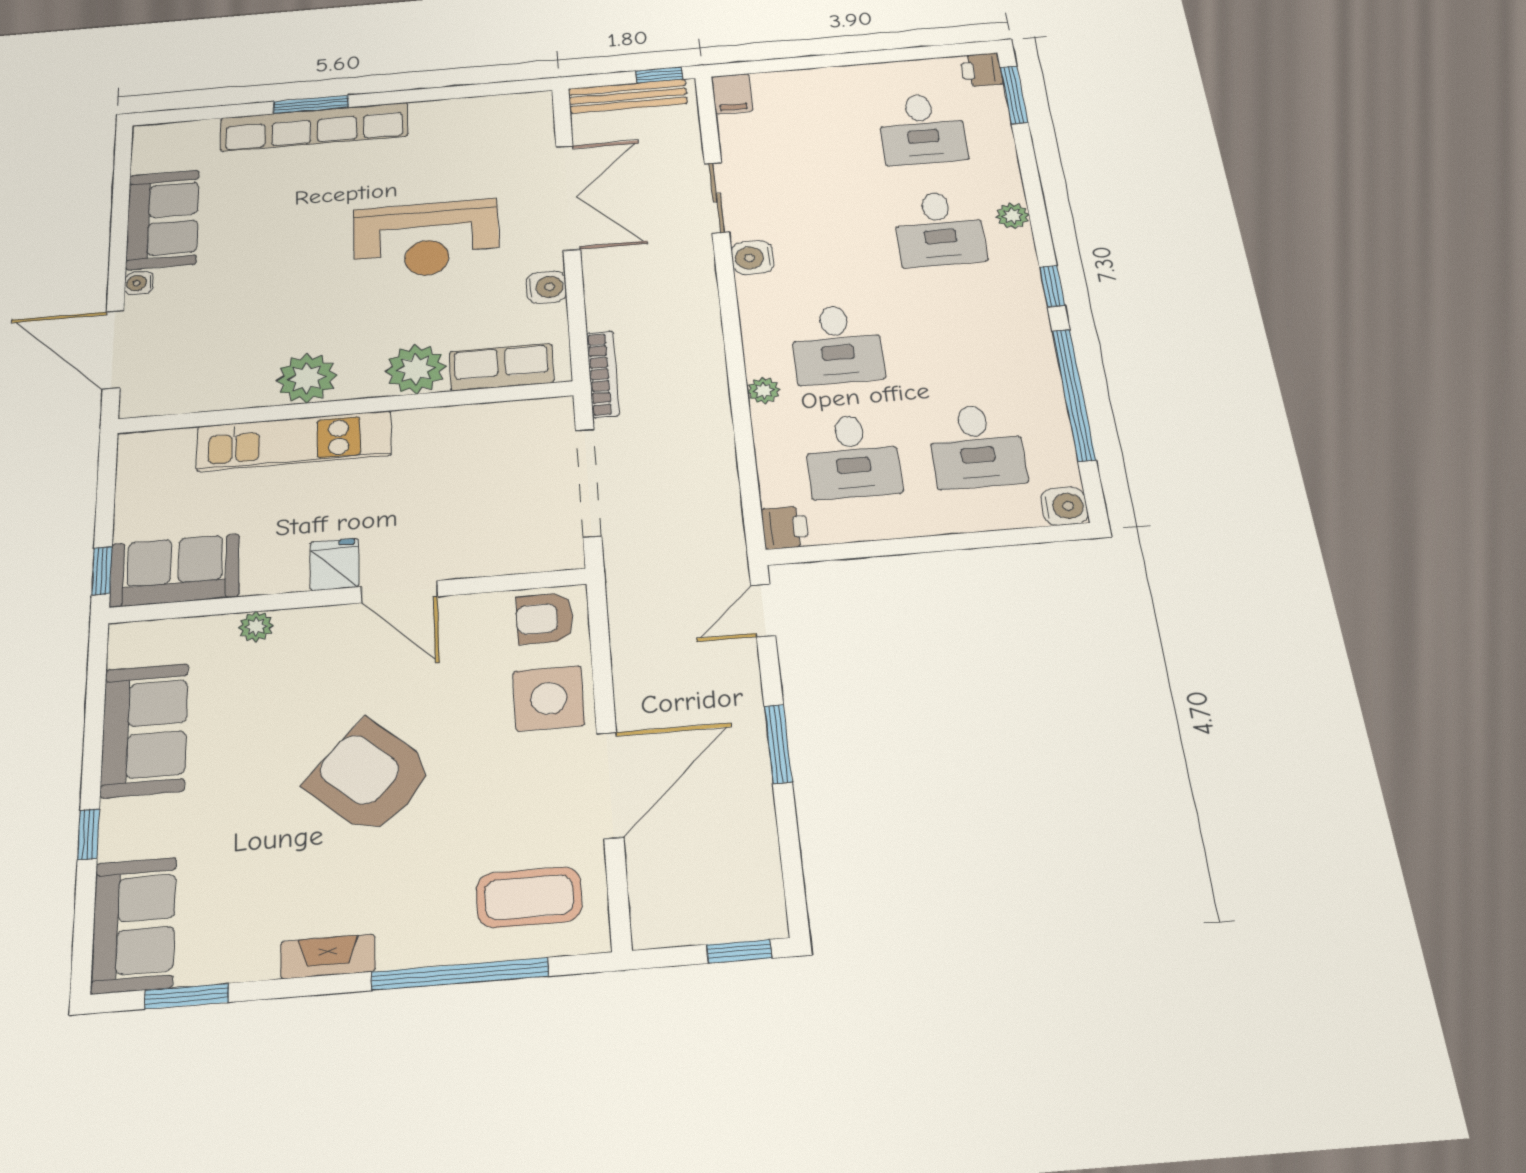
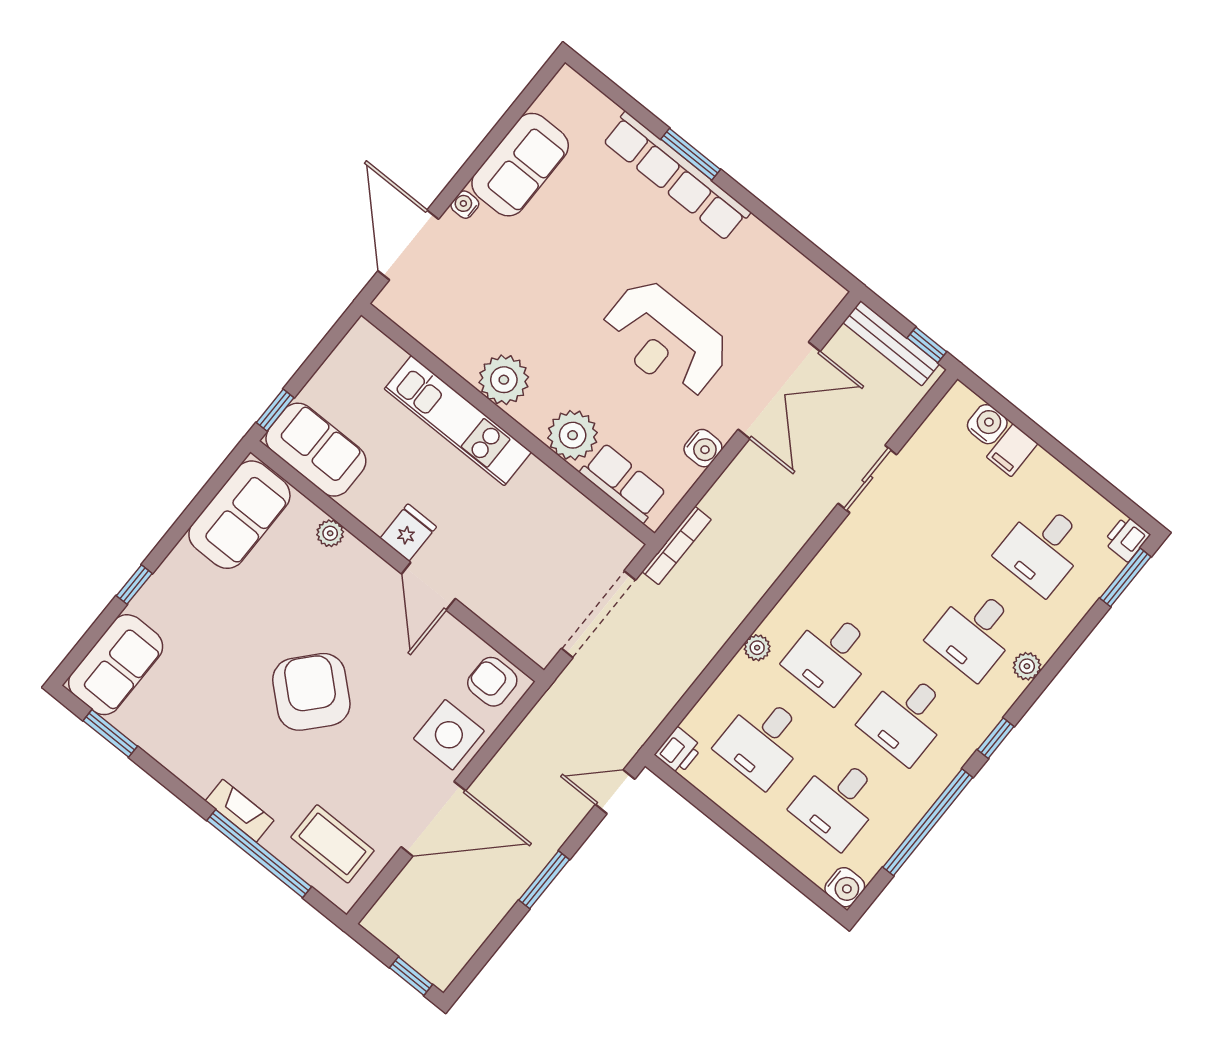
filing cabinet: (732, 94) -> (1012, 450), moved
water cooler: (753, 258) -> (987, 424), moved, turned 90
desk: (957, 334) -> (906, 717), added
sofa: (144, 730) -> (239, 515), moved
fireplace: (328, 956) -> (240, 811), moved

